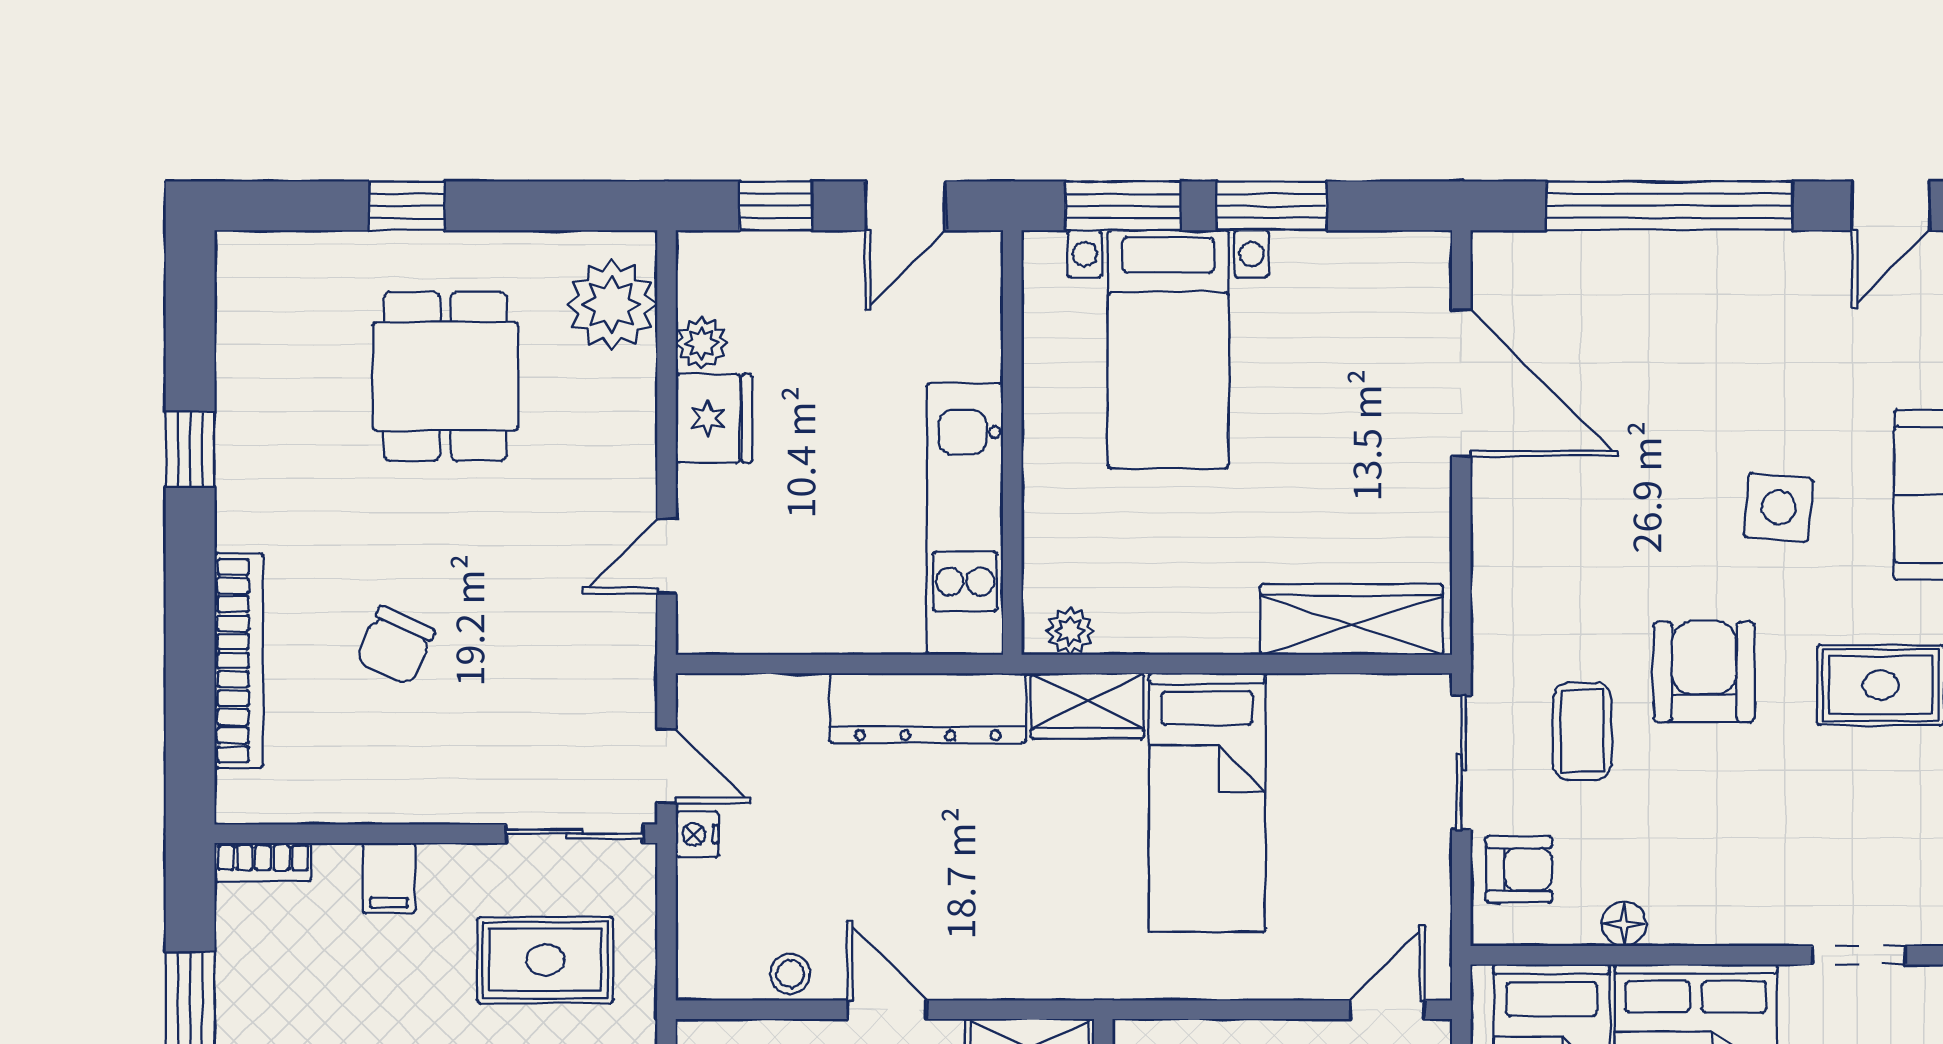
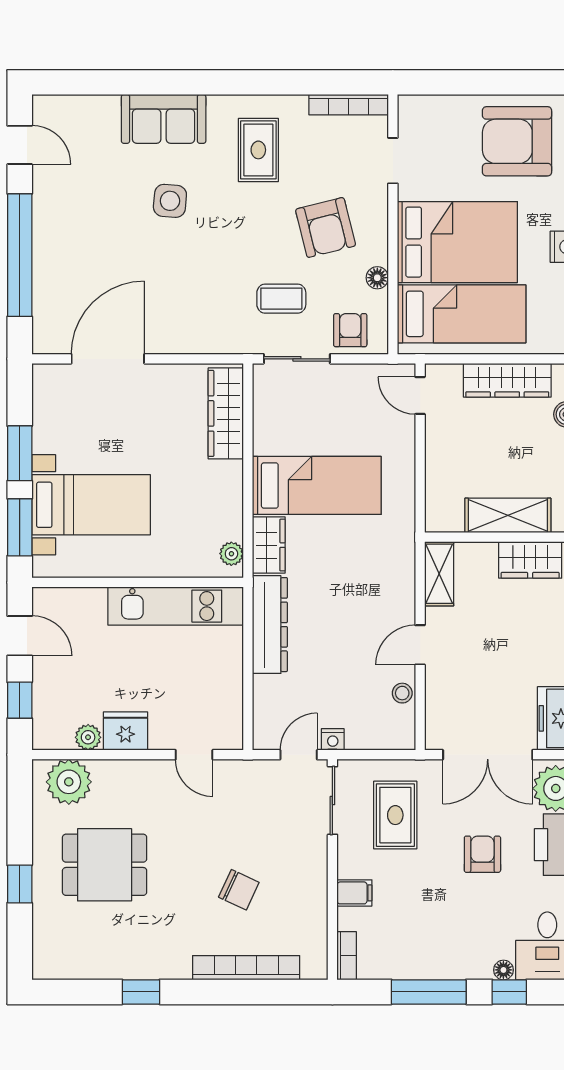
armchair: (1704, 672) -> (326, 227), moved, turned -104

